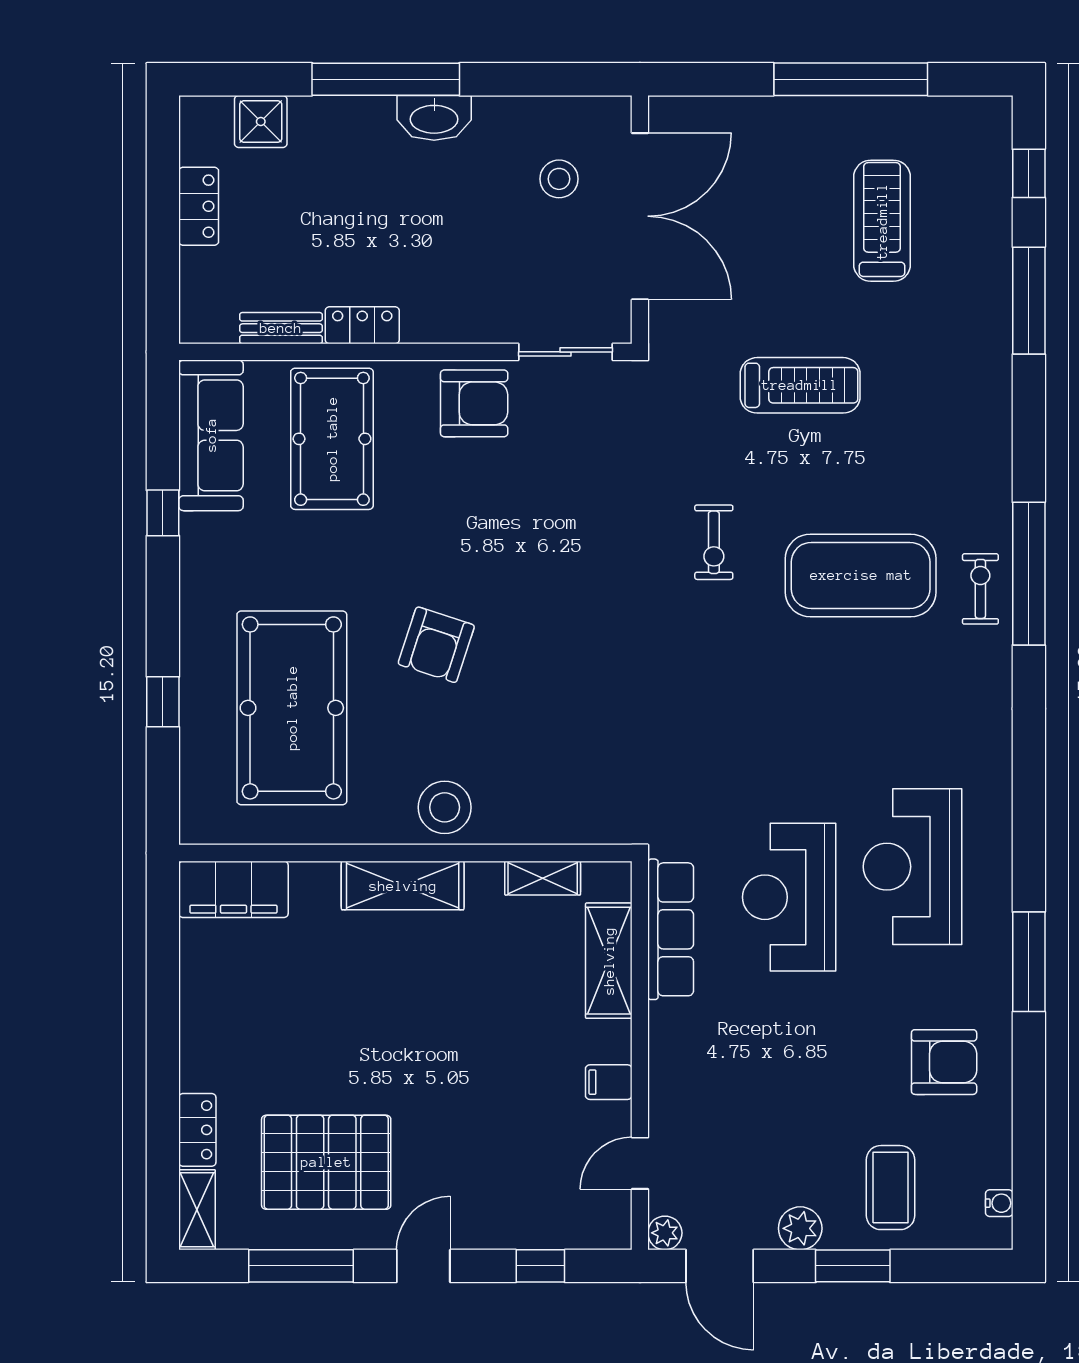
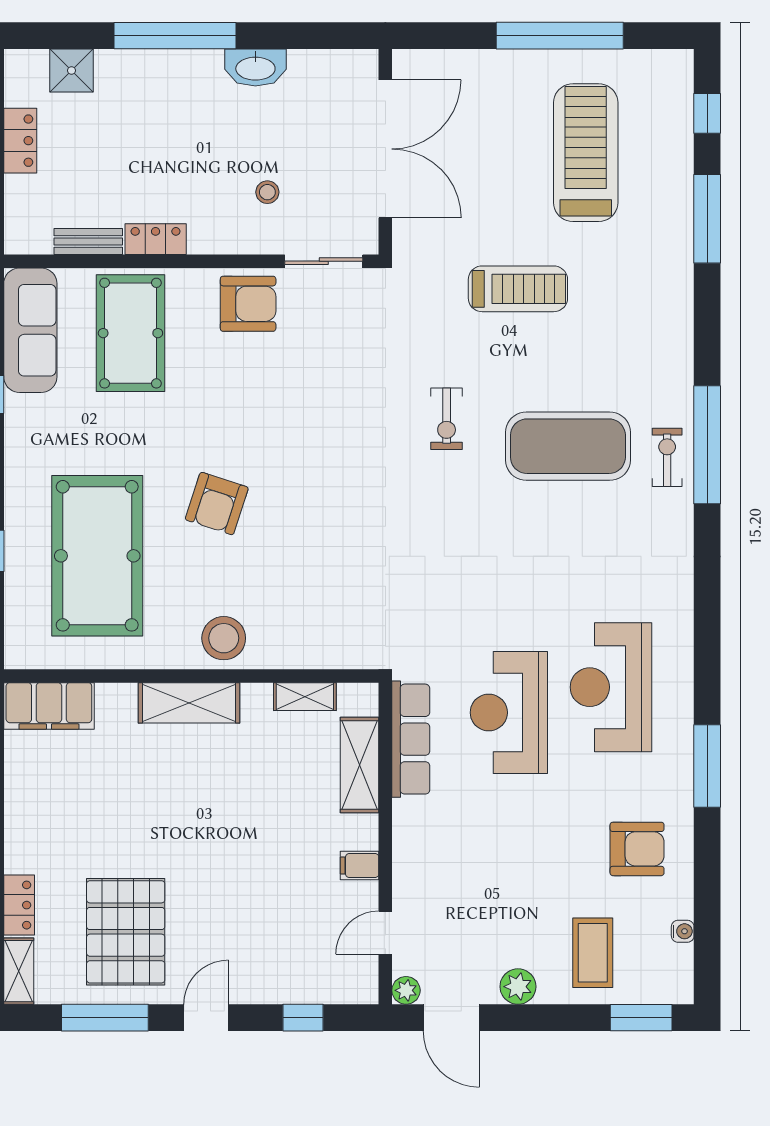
washbasin: (434, 118) -> (255, 68), moved
stool: (559, 179) -> (267, 192), moved, width x0.73, depth x0.73
treadmill: (882, 221) -> (586, 153), width x1.37, depth x1.38
pallet: (326, 1162) -> (126, 932), turned 90
water cooler: (999, 1203) -> (683, 931), moved
window: (853, 1266) -> (641, 1018), moved

